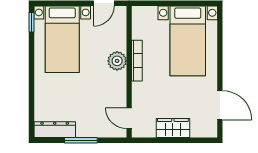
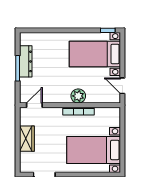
dresser: (55, 130) -> (26, 61), moved

